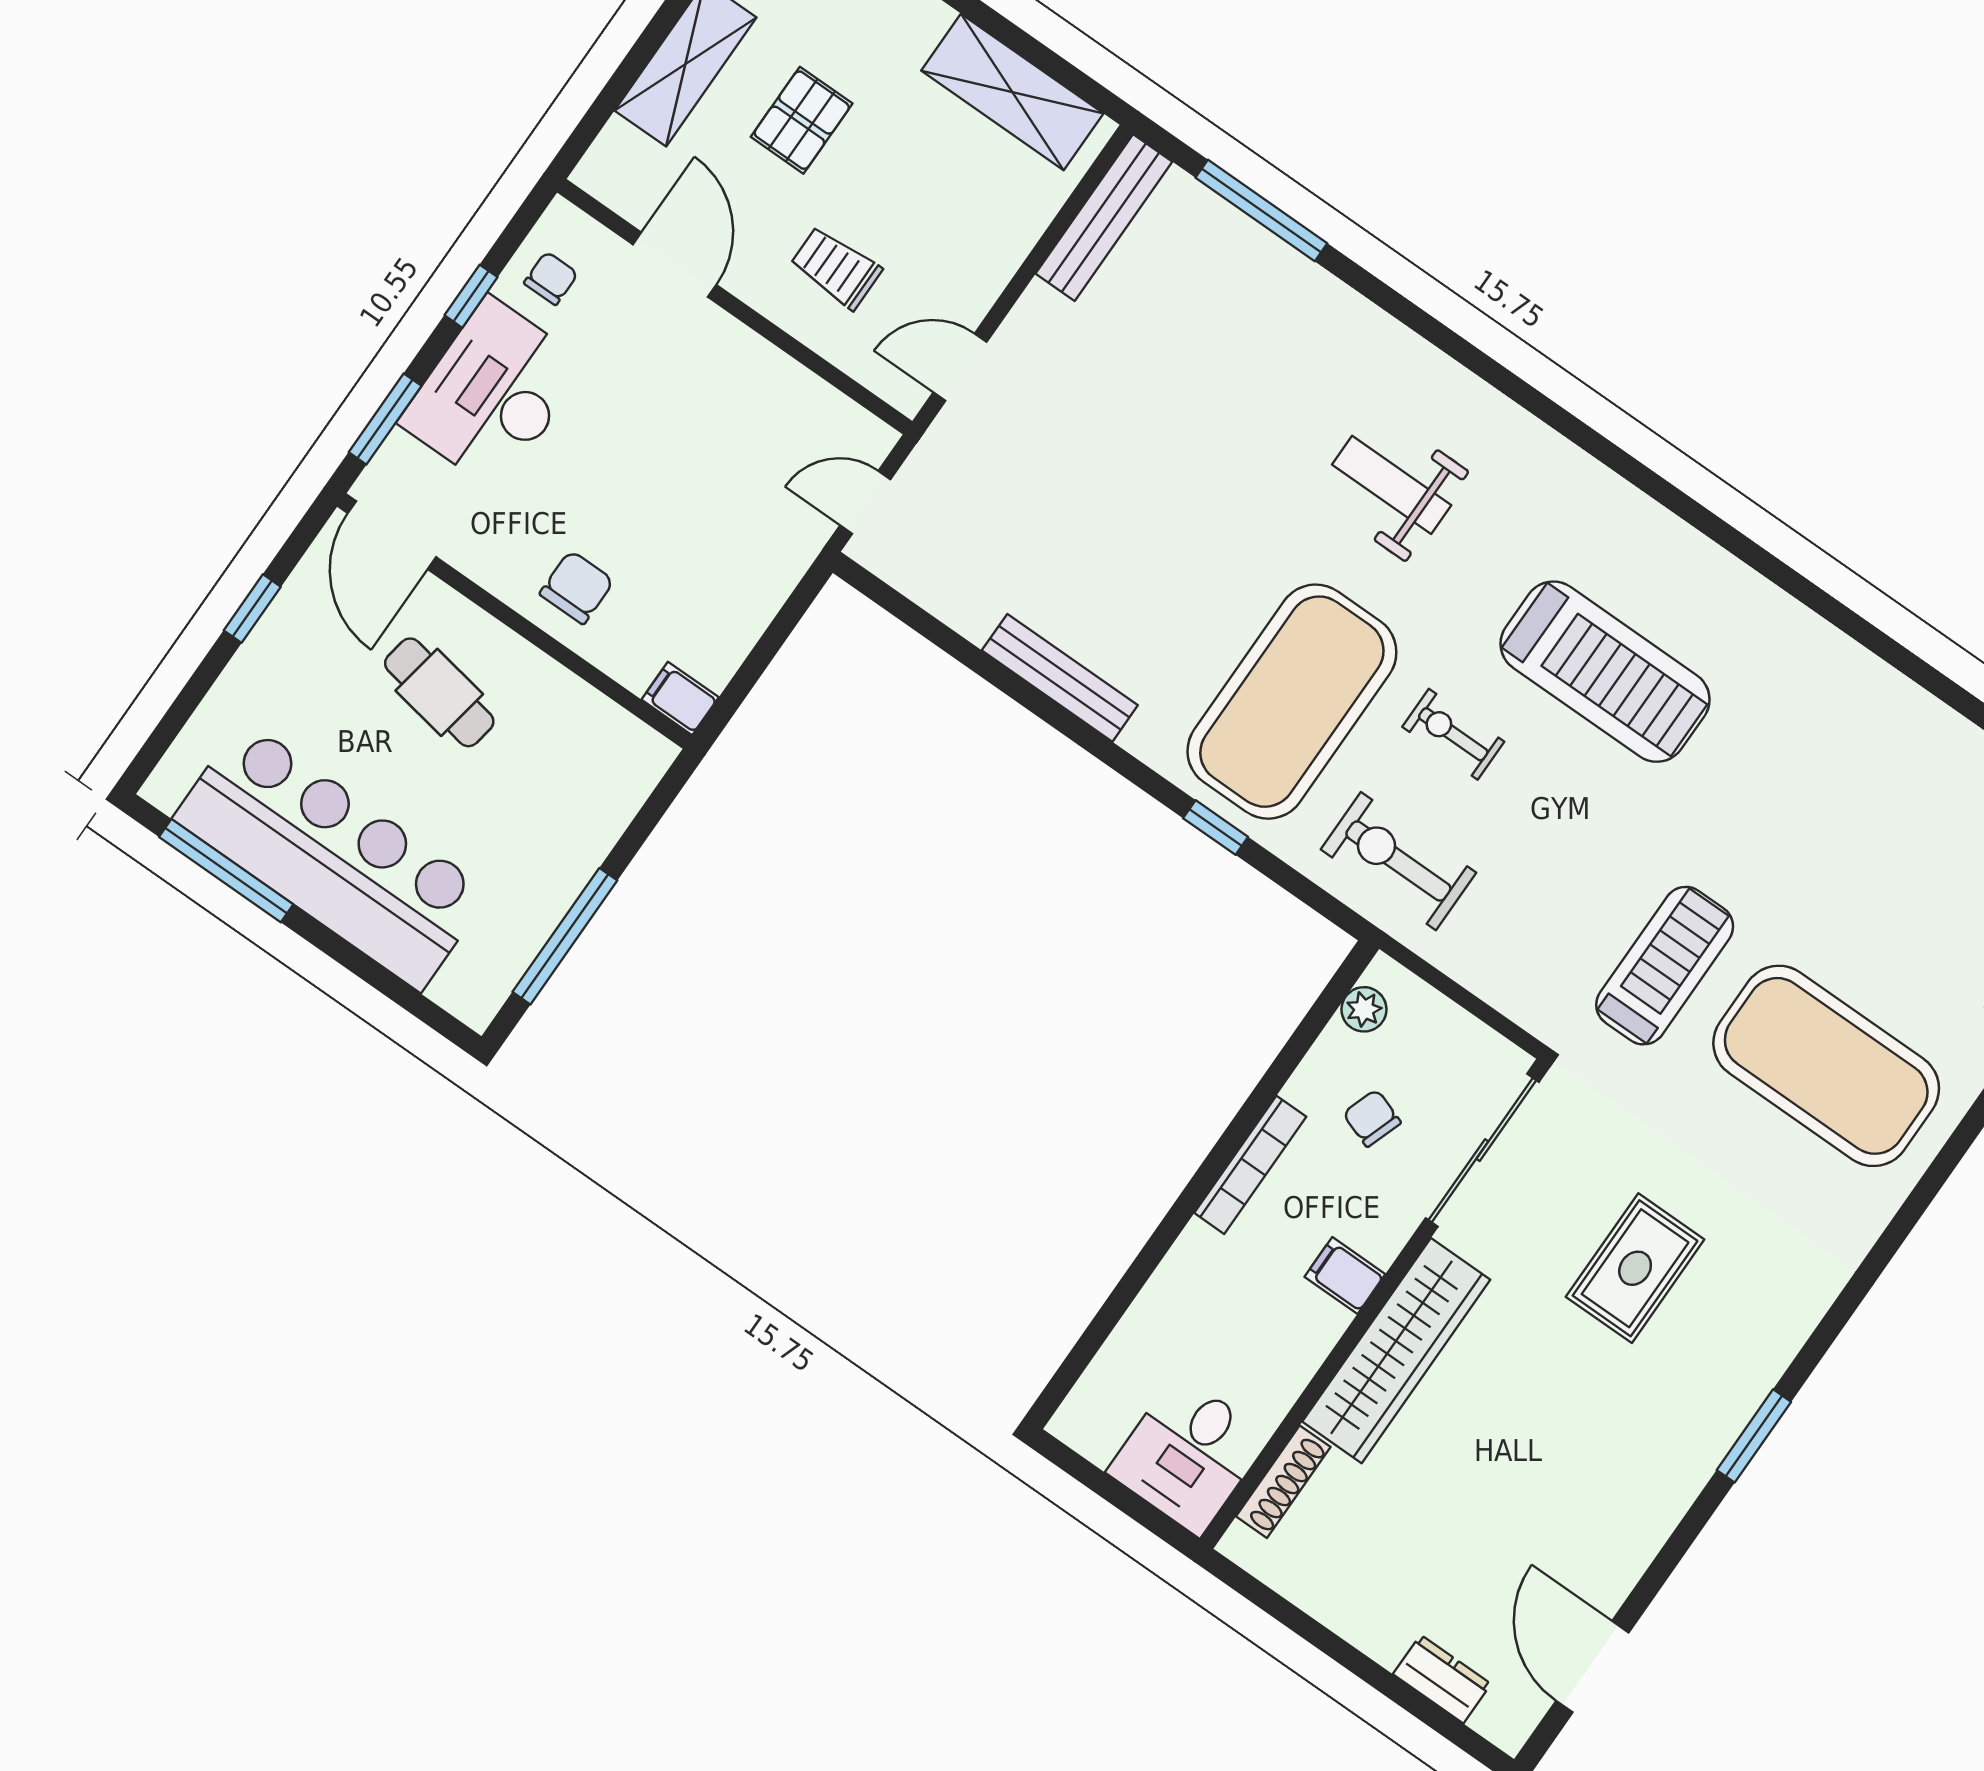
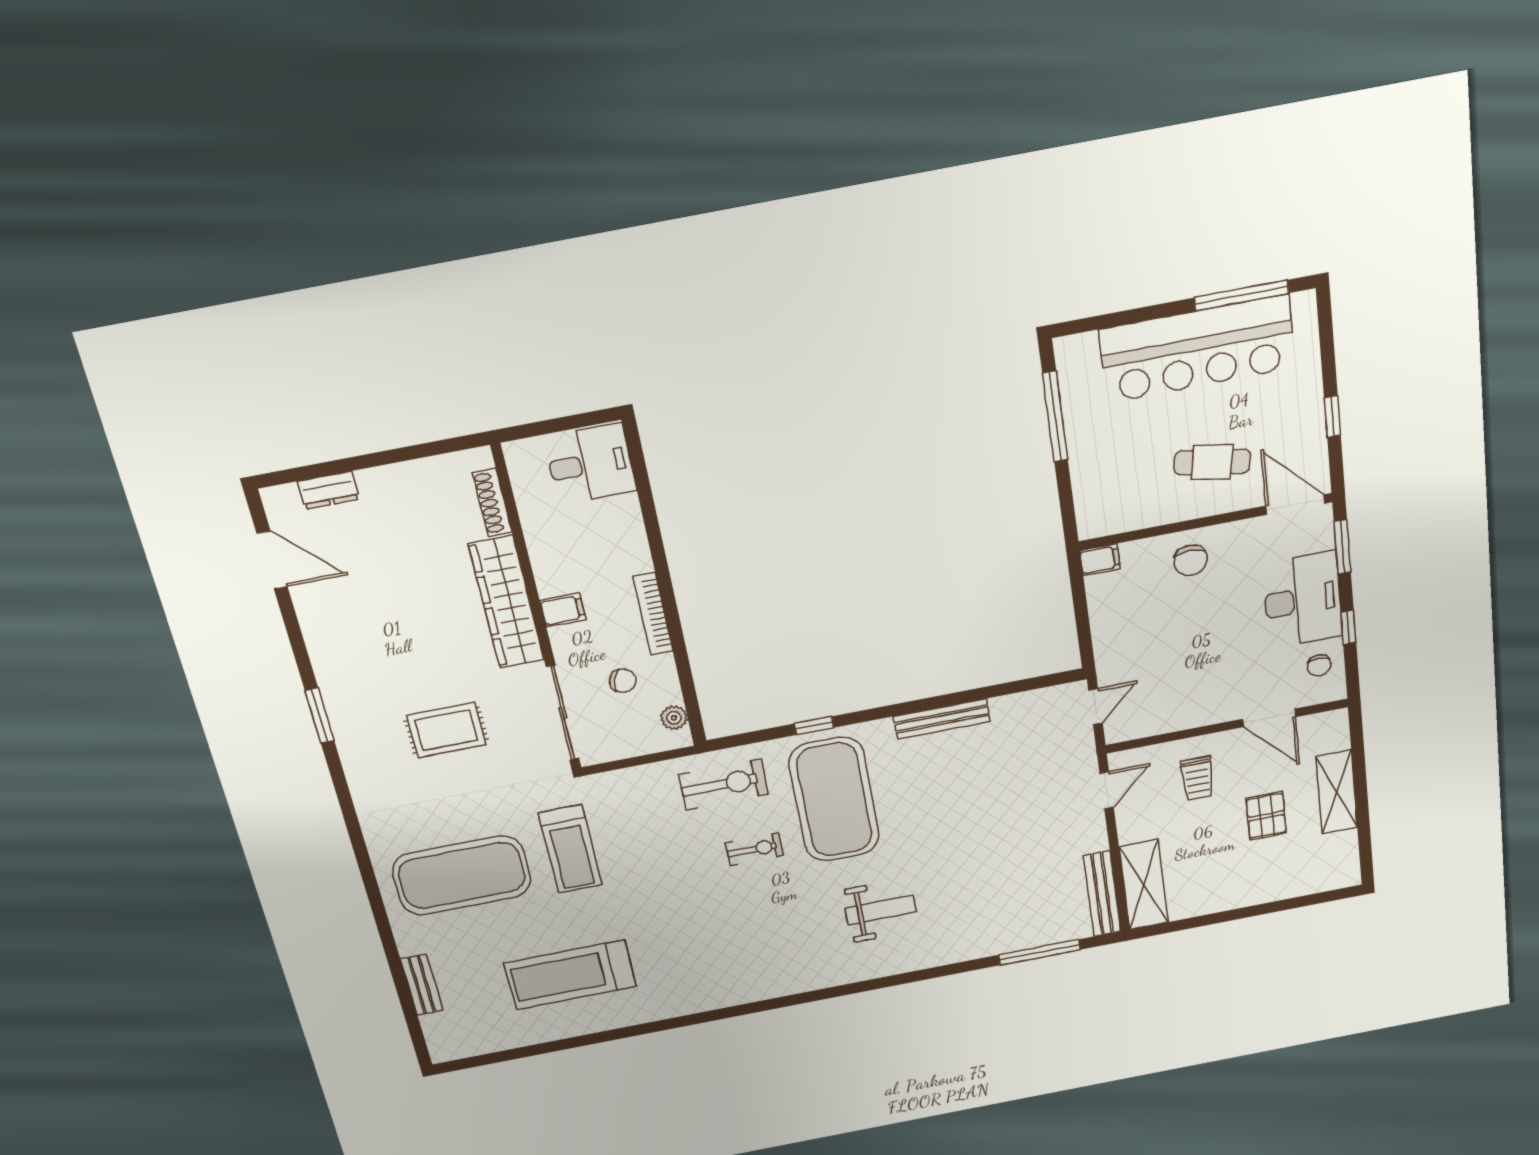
shelving: (1012, 92) -> (1144, 885), moved, turned 90
trolley: (836, 268) -> (1197, 778), turned 90
treadmill: (1605, 672) -> (570, 975), moved
rug: (1635, 1268) -> (446, 730), turned 90
desk: (1188, 1454) -> (590, 464), moved, turned 90

